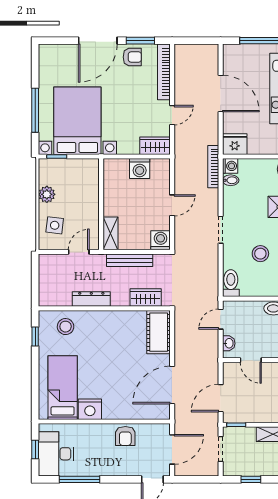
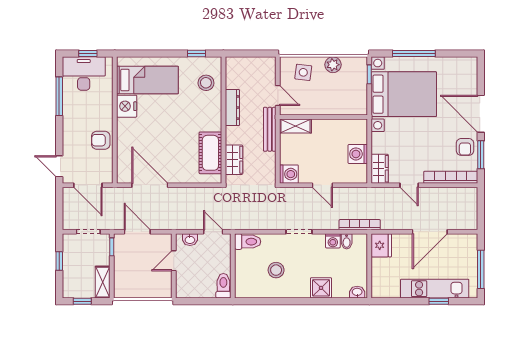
washing machine: (230, 166) -> (333, 241), moved
bench: (130, 260) -> (270, 129), moved
cot: (159, 332) -> (210, 153), moved, turned 90

